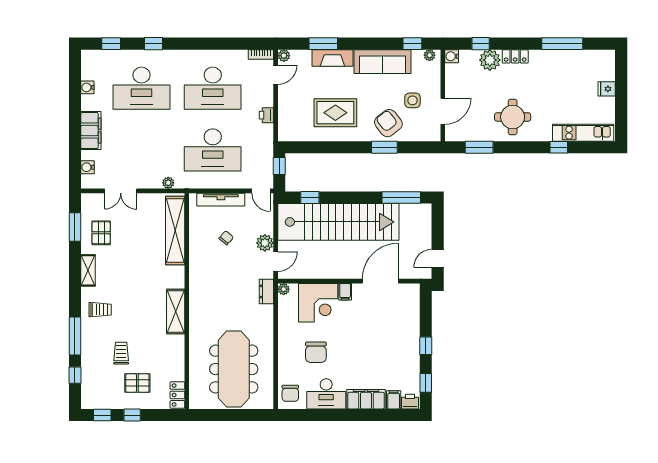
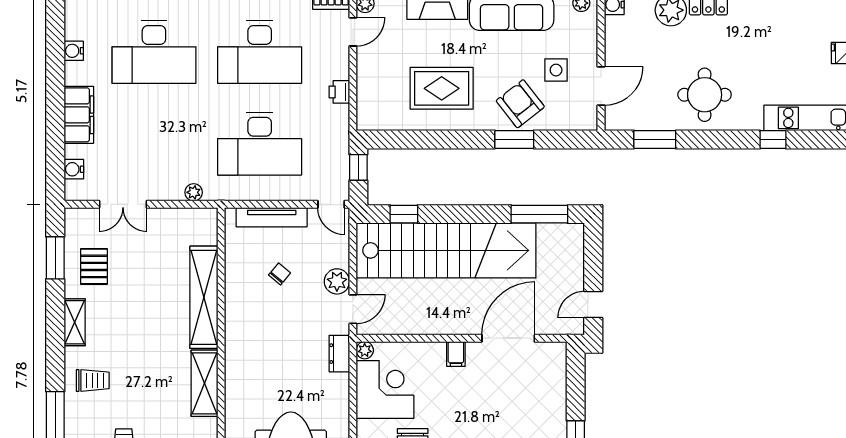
shelving: (175, 230) -> (204, 297), moved
corner desk: (318, 303) -> (385, 389), moved, turned -90

